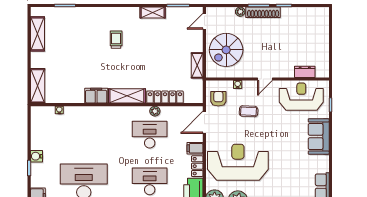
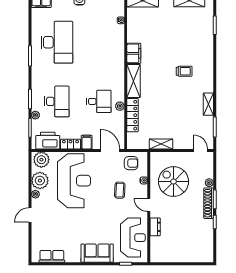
spiral stairs: (226, 50) -> (174, 182), moved
dresser: (305, 72) -> (155, 227), moved
desk: (150, 135) -> (99, 101), width x0.73

